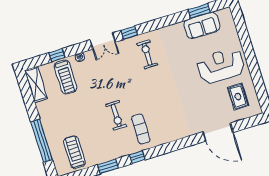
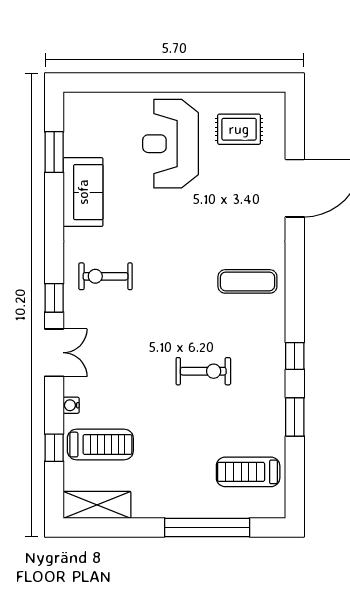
sofa: (202, 25) -> (83, 192), moved
exercise mat: (141, 129) -> (247, 281), moved

